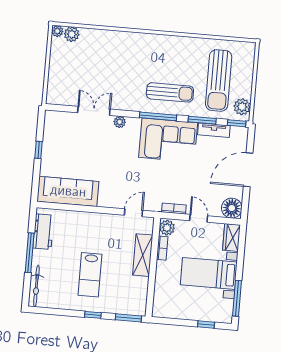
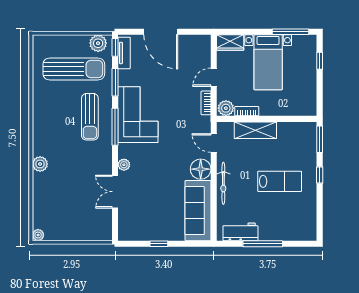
plant: (72, 34) -> (40, 164), moved
sun lounger: (170, 92) -> (90, 117), turned 180
tv unit: (214, 130) -> (124, 53), moved
floor lamp: (232, 208) -> (201, 169), moved
bicycle: (36, 286) -> (223, 183), moved, turned 90

